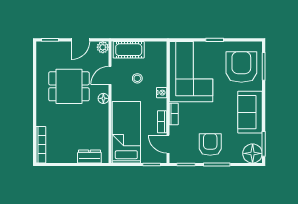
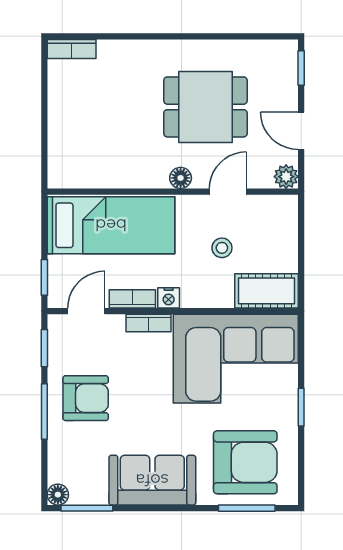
cot: (129, 50) -> (266, 291), moved, turned 90
door: (110, 75) -> (228, 192), hinge flipped
dining table: (69, 86) -> (205, 107), turned 90
nightstand: (162, 93) -> (169, 298), moved
bookcase: (41, 145) -> (72, 49), width x0.64
floor lamp: (253, 153) -> (58, 495), width x0.53, depth x0.53
dresser: (89, 156) -> (61, 149), removed

